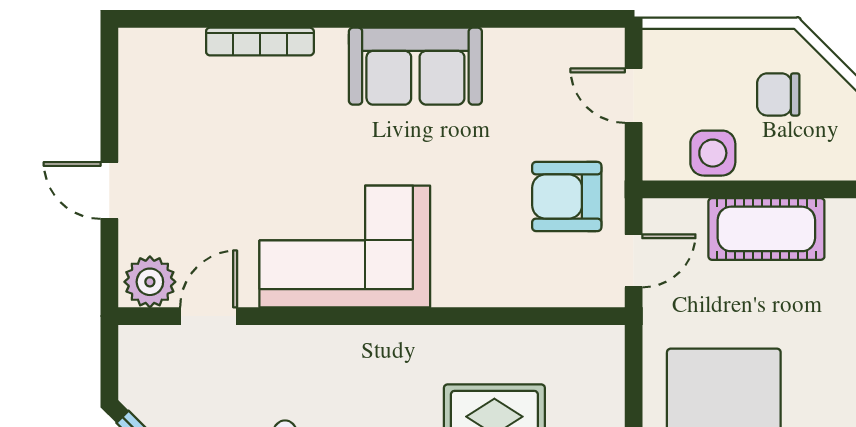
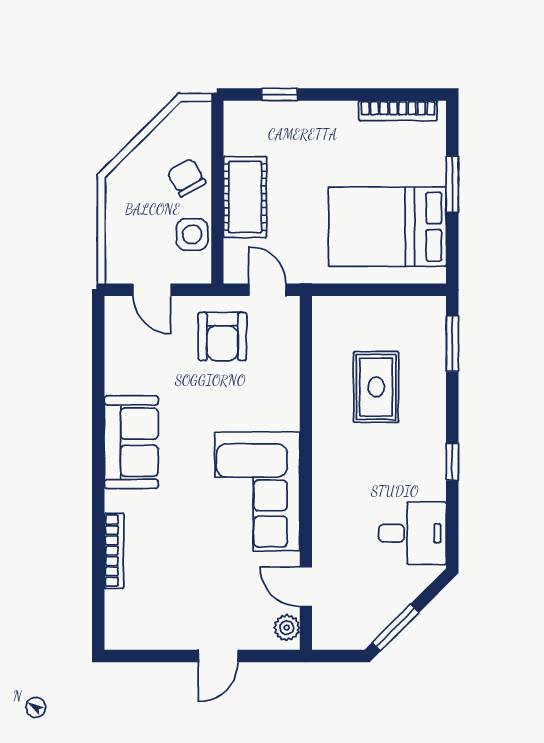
chair: (778, 94) -> (186, 178), moved, turned 150
door: (634, 96) -> (152, 290), hinge flipped
plant: (150, 282) -> (287, 628), width x0.73, depth x0.73

